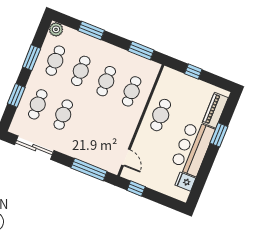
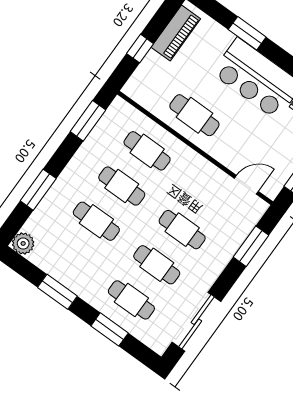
cafe table: (55, 61) -> (182, 230), moved
piano: (215, 110) -> (176, 33), moved, turned -90
window: (89, 170) -> (251, 246), width x0.69

